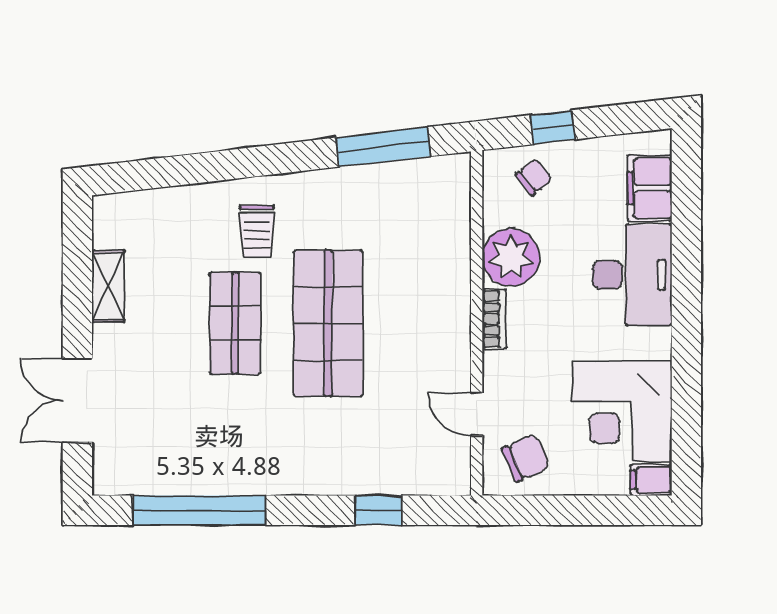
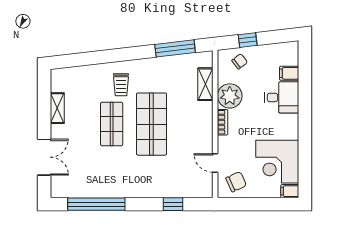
filing cabinet: (650, 188) -> (289, 73), width x0.50
shelving: (454, 230) -> (205, 84), added
desk: (632, 275) -> (282, 97), width x0.73
double door: (77, 401) -> (44, 157), swing flipped

